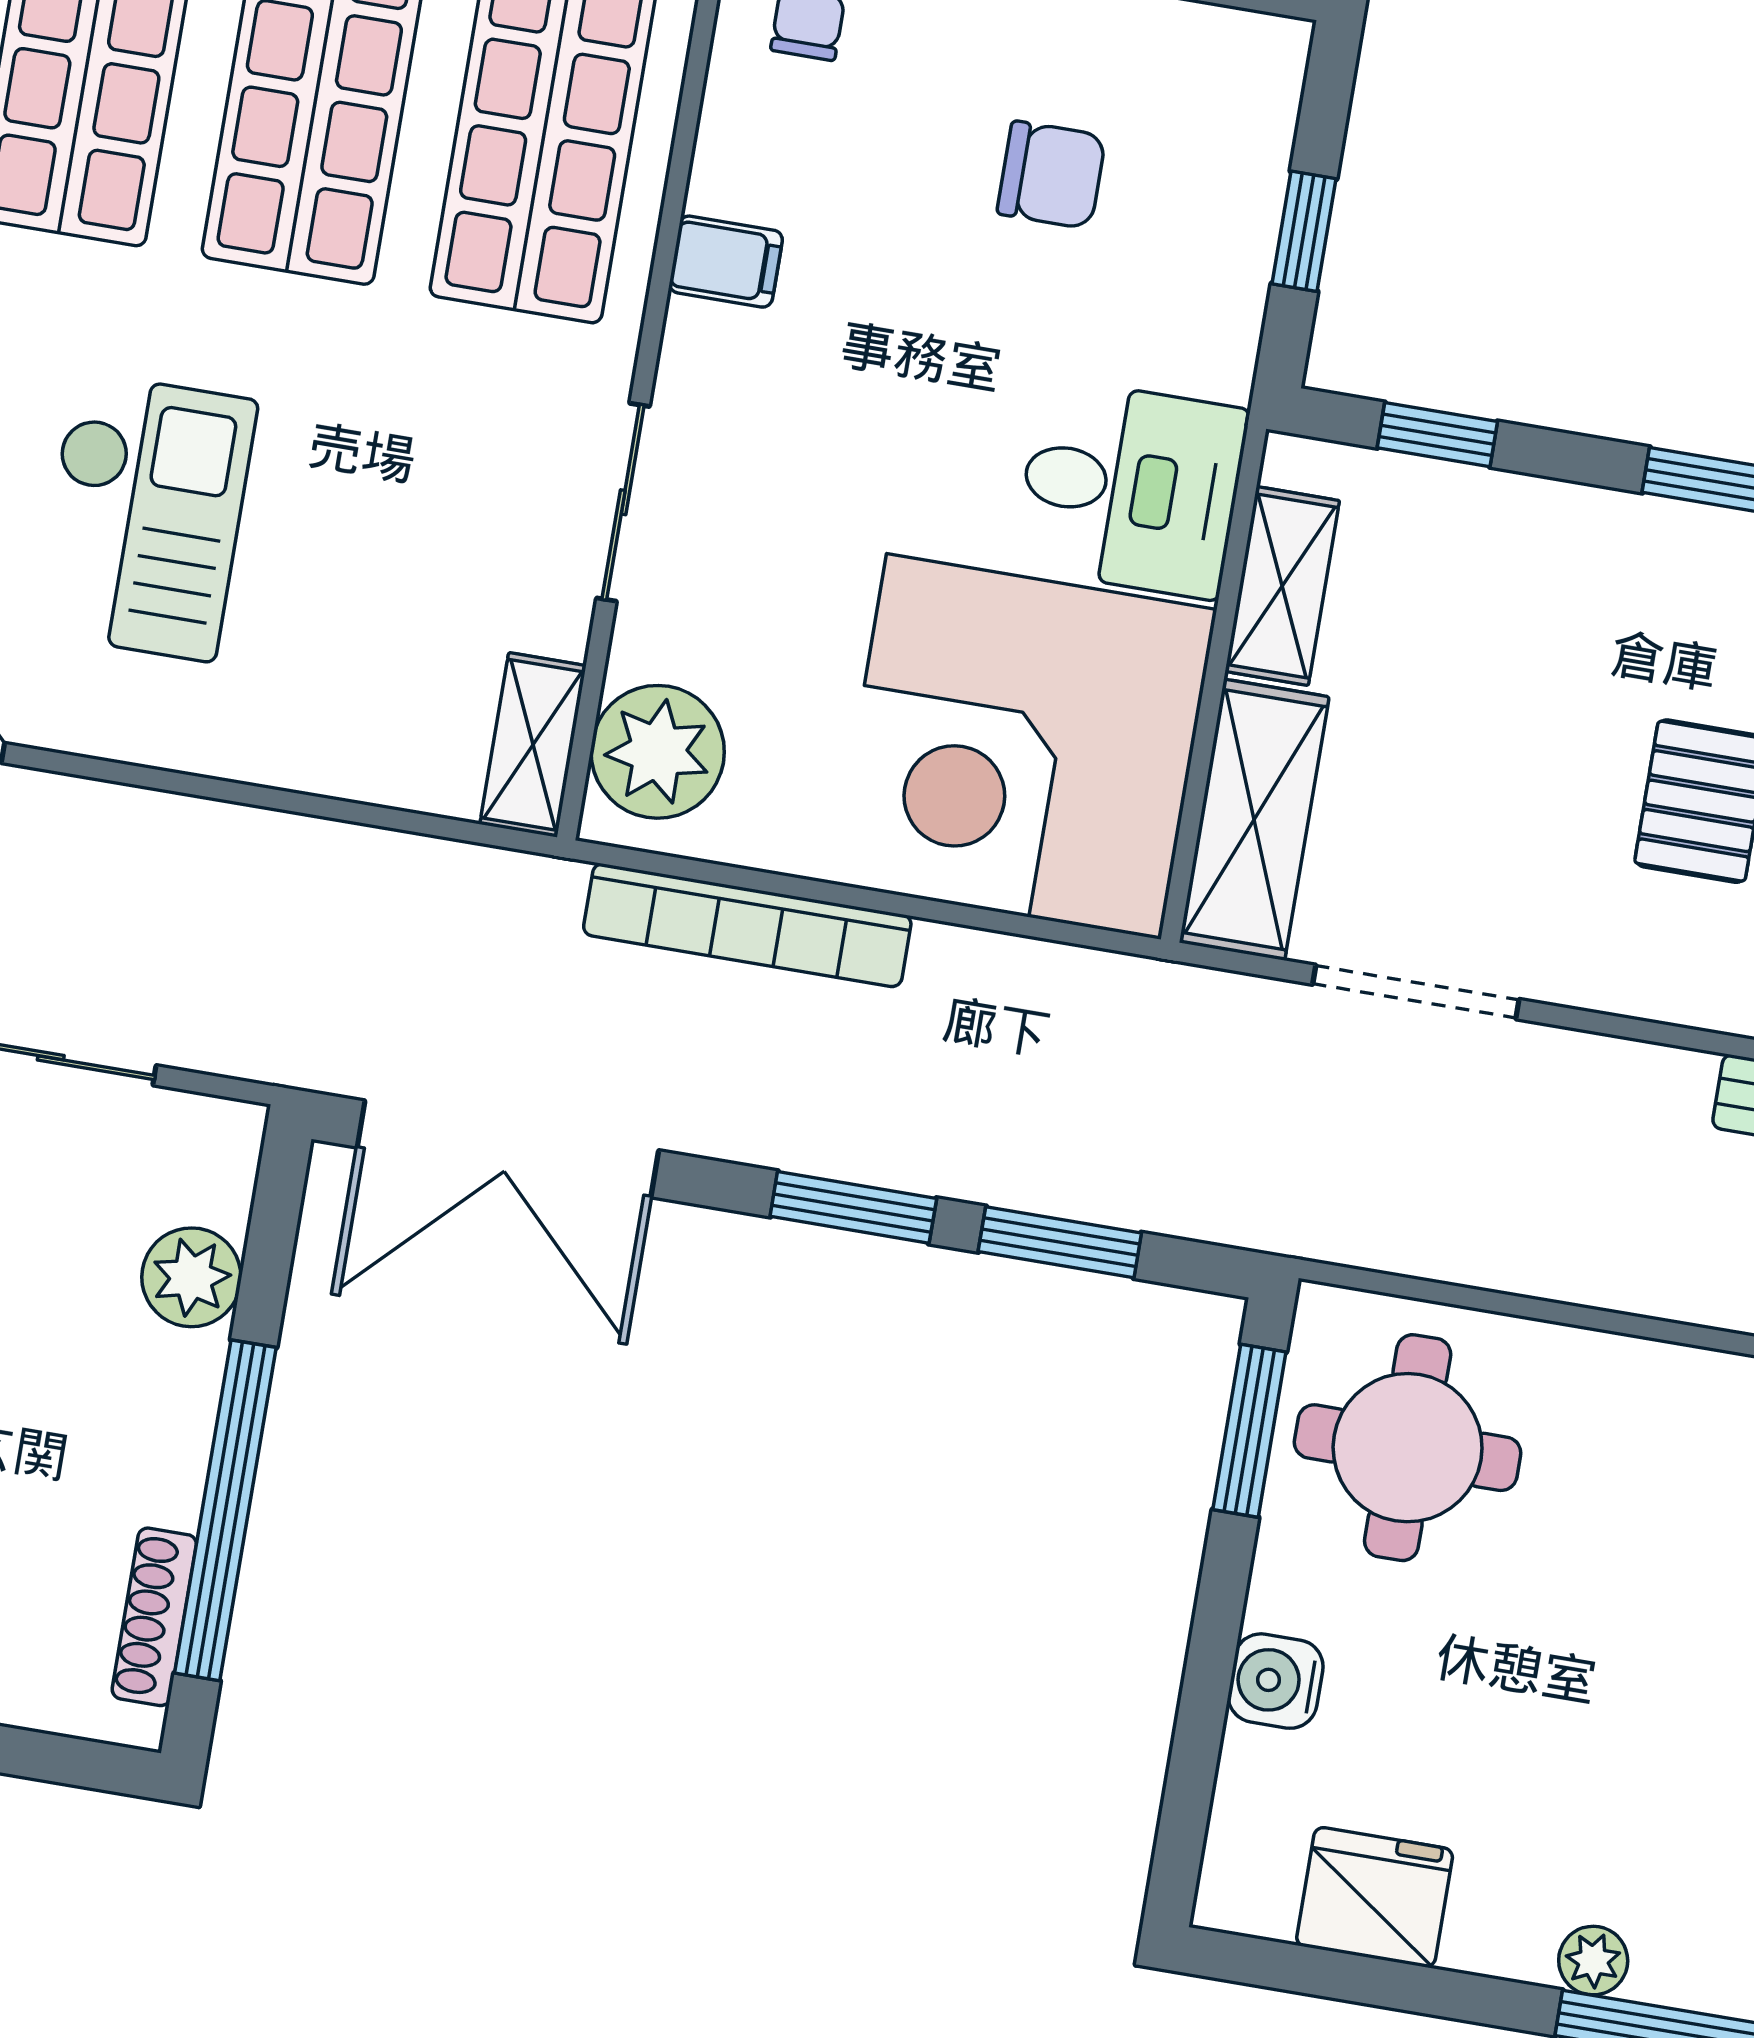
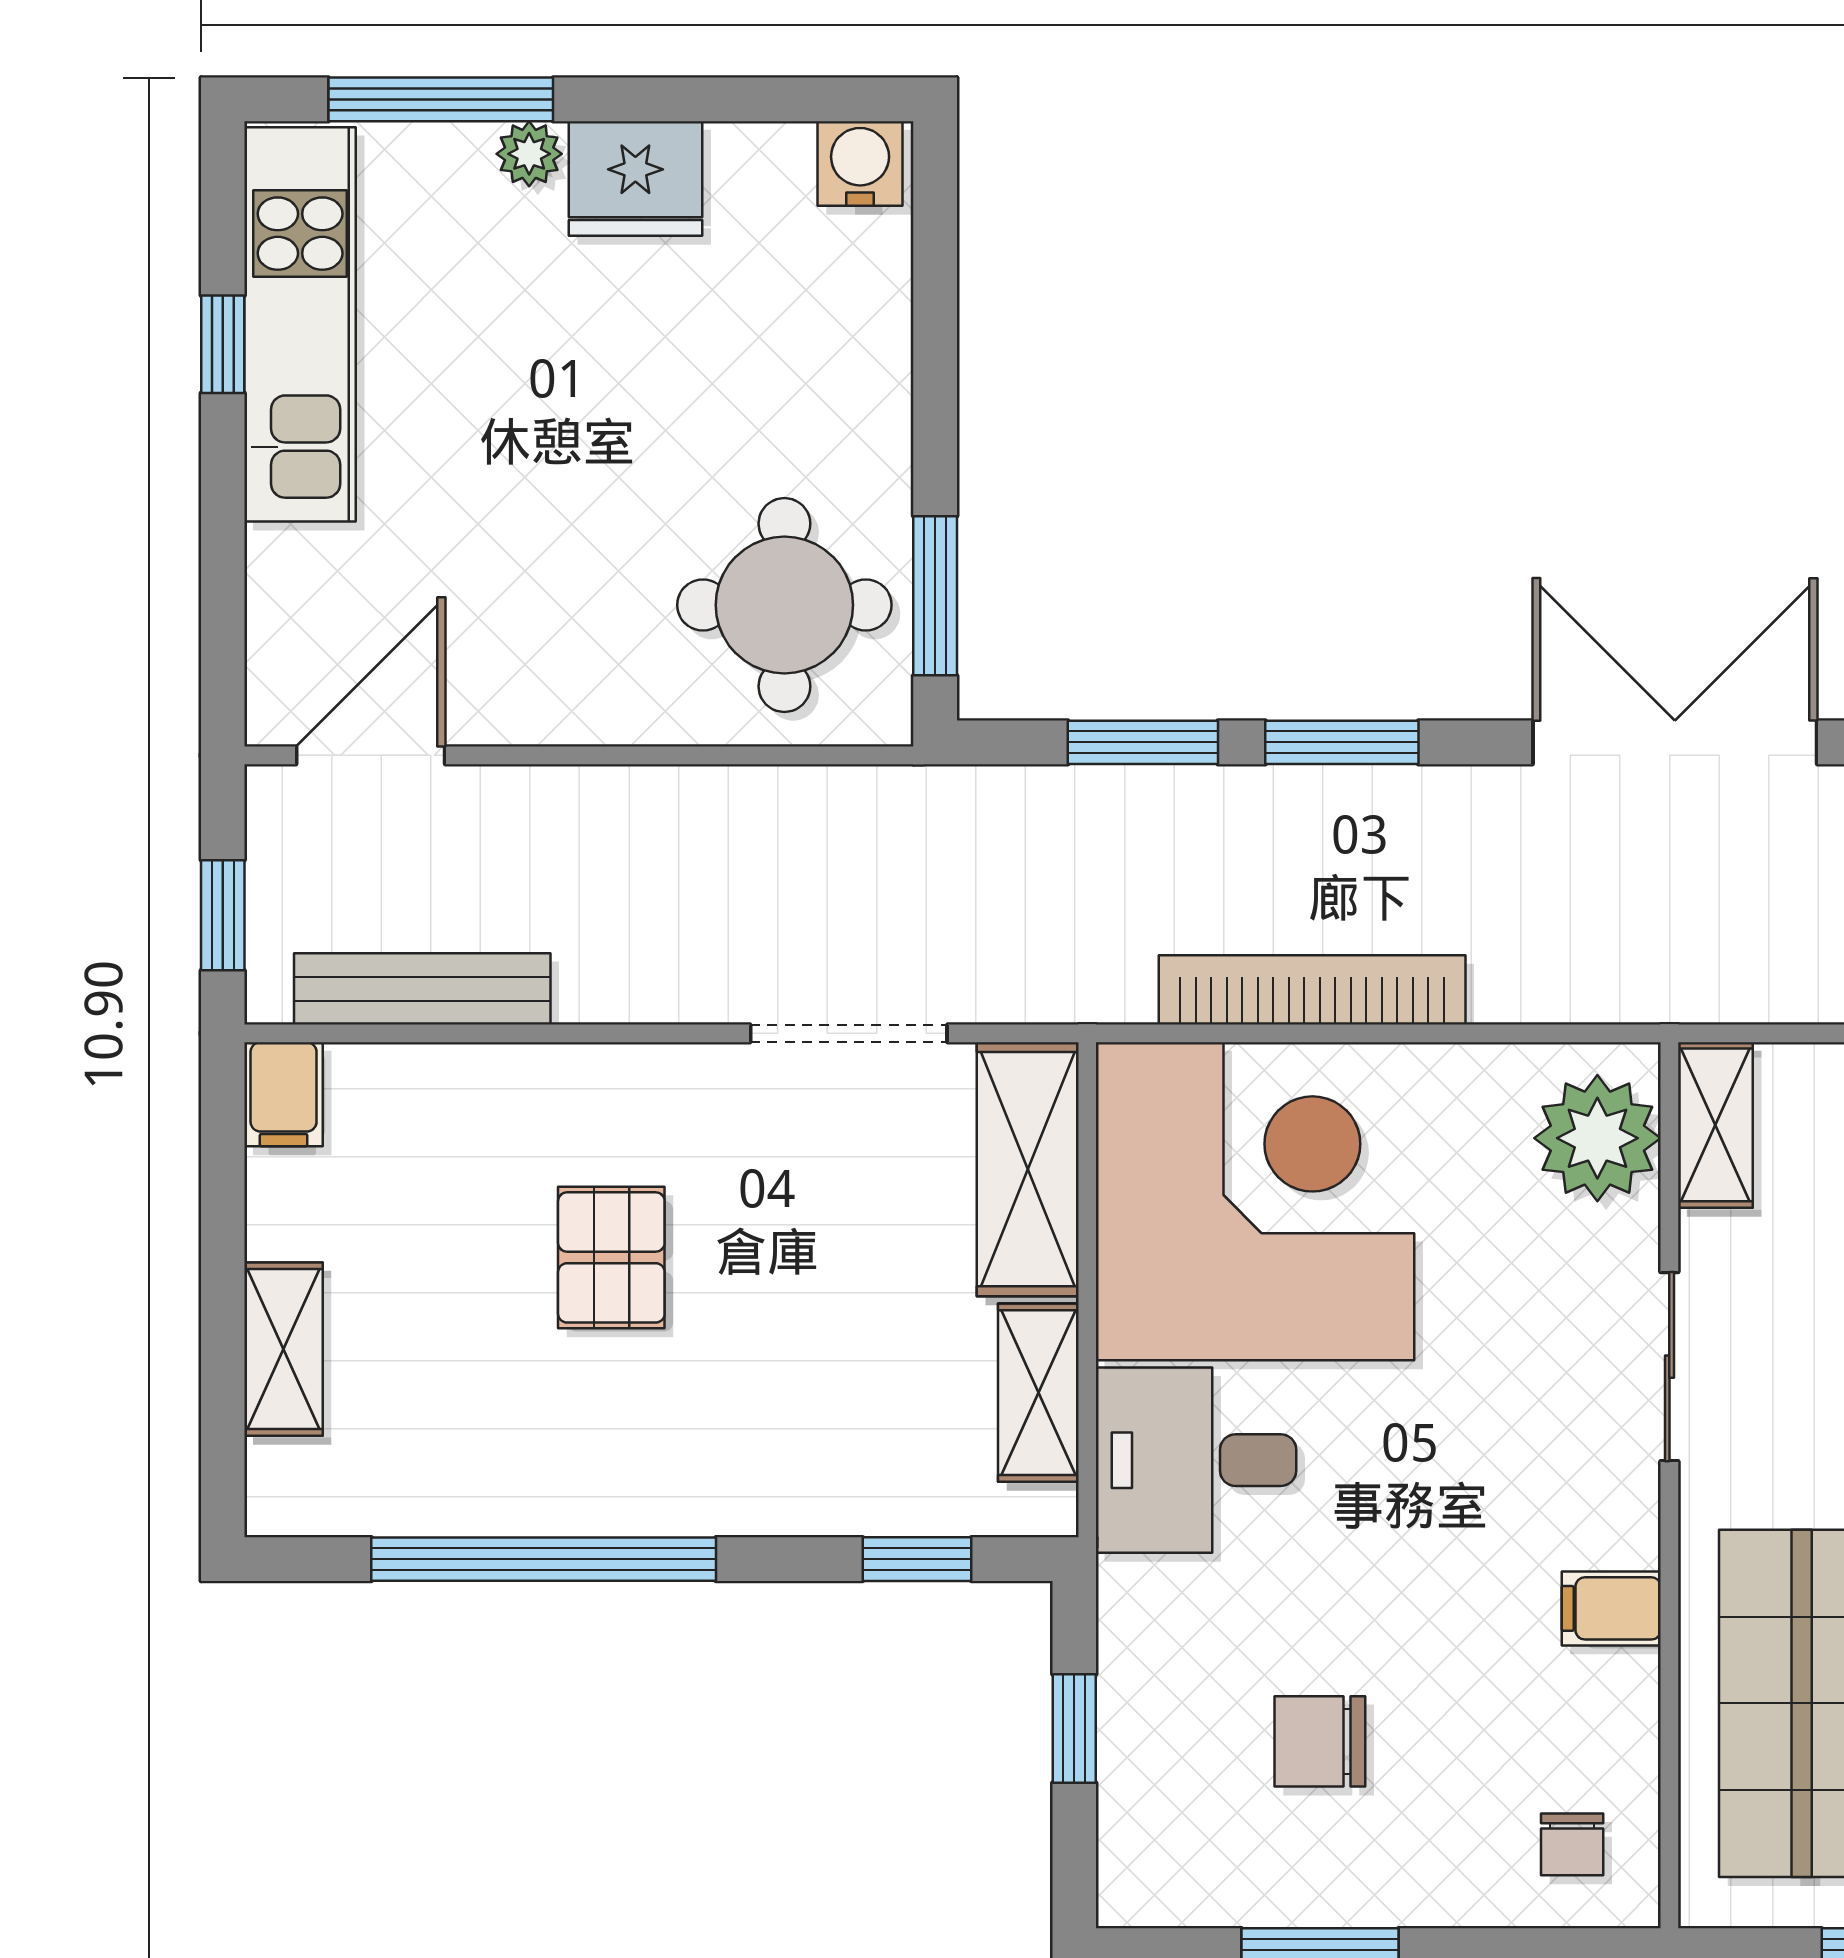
bookcase: (747, 925) -> (1312, 990), moved
water cooler: (1276, 1681) -> (860, 163), moved, turned -90
fridge: (1375, 1897) -> (635, 178), moved

